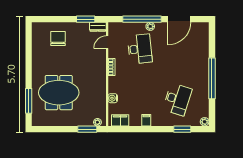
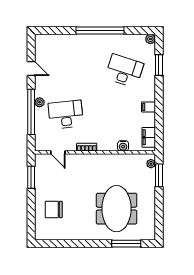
door: (179, 19) -> (31, 69), width x0.53
dresser: (98, 27) -> (40, 163), removed

